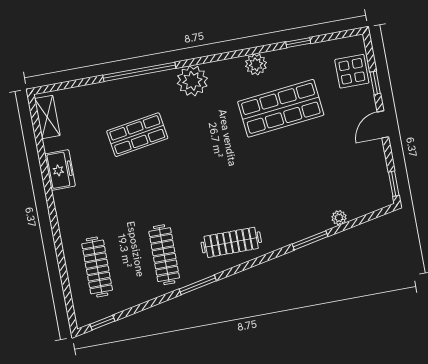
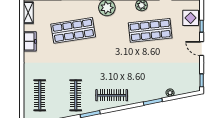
door: (383, 124) -> (202, 49), hinge flipped
shop shelf: (137, 135) -> (73, 30), width x1.43, depth x1.36

